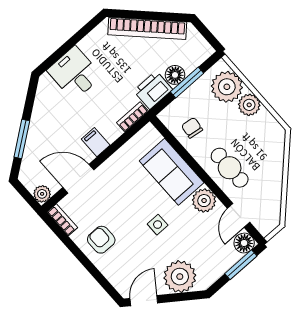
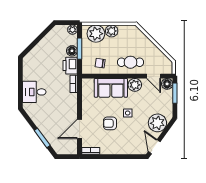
bookcase: (147, 28) -> (42, 45), removed
filing cabinet: (96, 142) -> (71, 108), removed
plant: (42, 194) -> (72, 30), moved
armchair: (101, 240) -> (110, 123), moved

